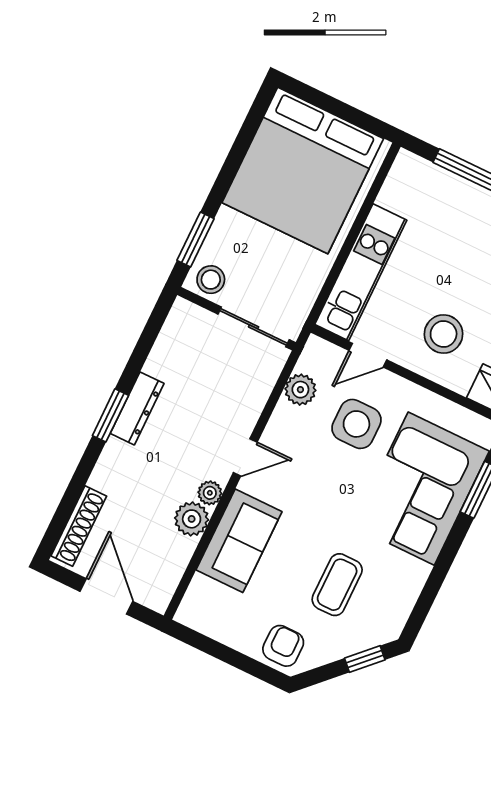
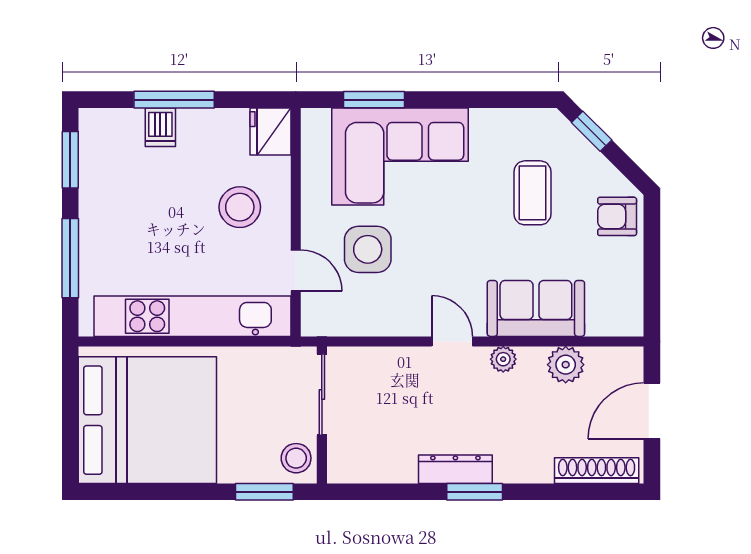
kitchen unit: (361, 272) -> (192, 316), width x1.36
plant: (300, 390) -> (361, 320), removed
plant: (192, 519) -> (566, 365), moved
coffee table: (337, 585) -> (532, 193), turned 90

